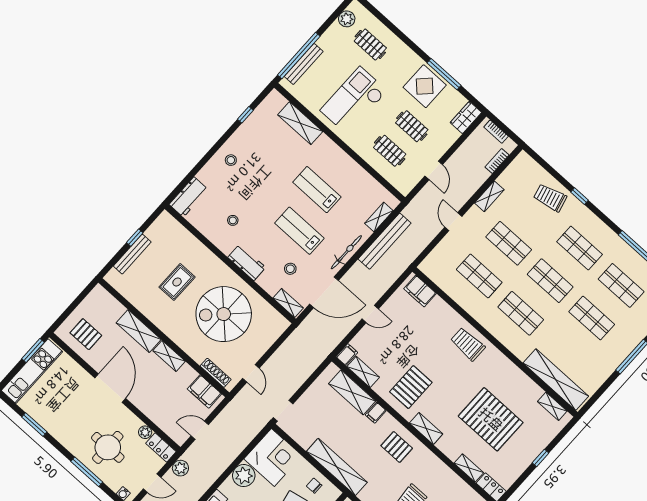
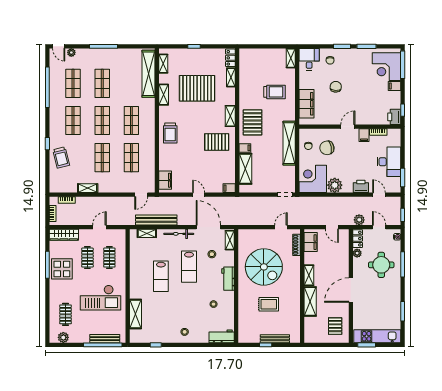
wardrobe: (466, 117) -> (64, 235), width x1.50
door: (453, 222) -> (141, 195), moved
shelving: (363, 372) -> (164, 95), moved
pallet: (491, 419) -> (197, 88), turned 90
pallet: (397, 447) -> (253, 122), width x1.50, depth x1.42

